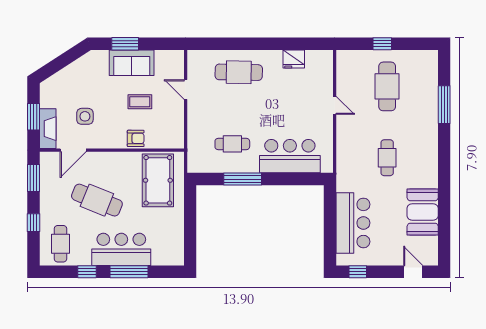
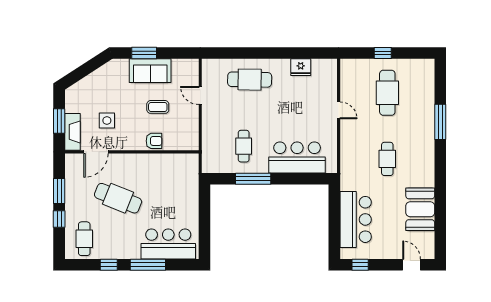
window: (444, 105) -> (440, 122), moved
cafe table: (232, 144) -> (244, 146), turned 90
window: (33, 178) -> (59, 191), moved
pool table: (158, 180) -> (175, 180), removed
bar counter: (121, 249) -> (168, 244), moved

